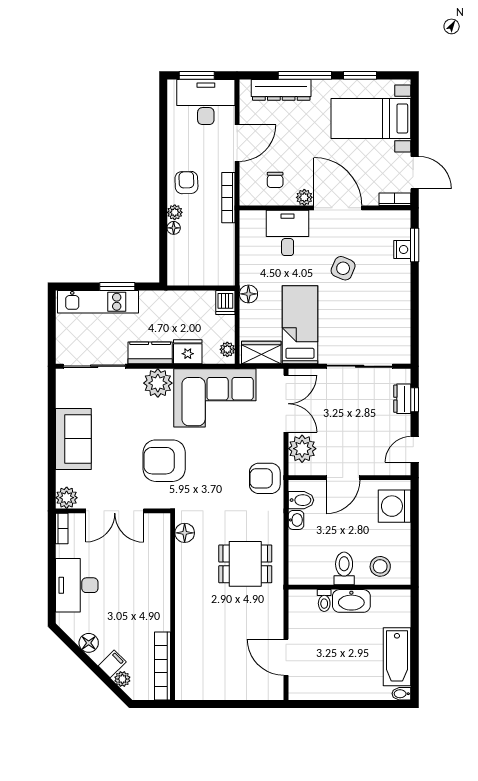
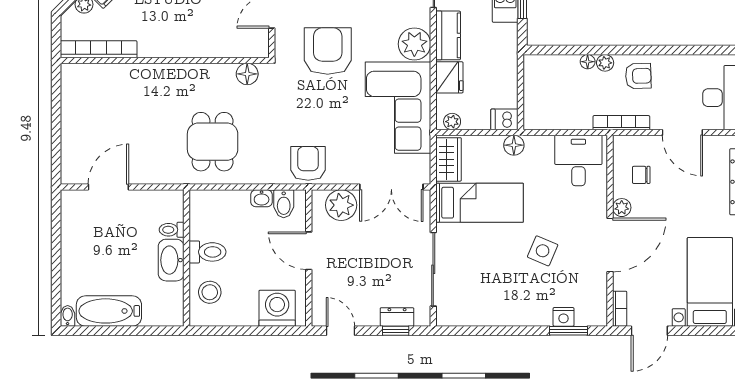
desk: (288, 233) -> (578, 161), moved, turned -90

